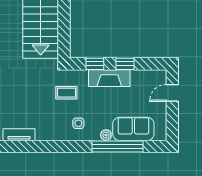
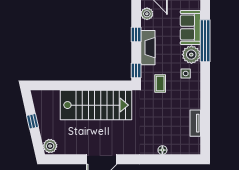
window: (95, 64) -> (136, 70), moved
plant: (150, 77) -> (147, 14), added
plant: (106, 135) -> (191, 55), width x1.88, depth x1.88

